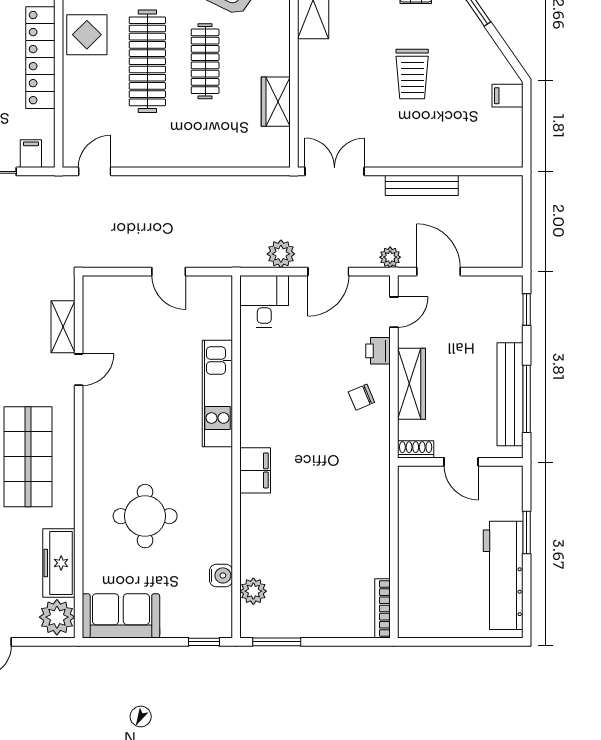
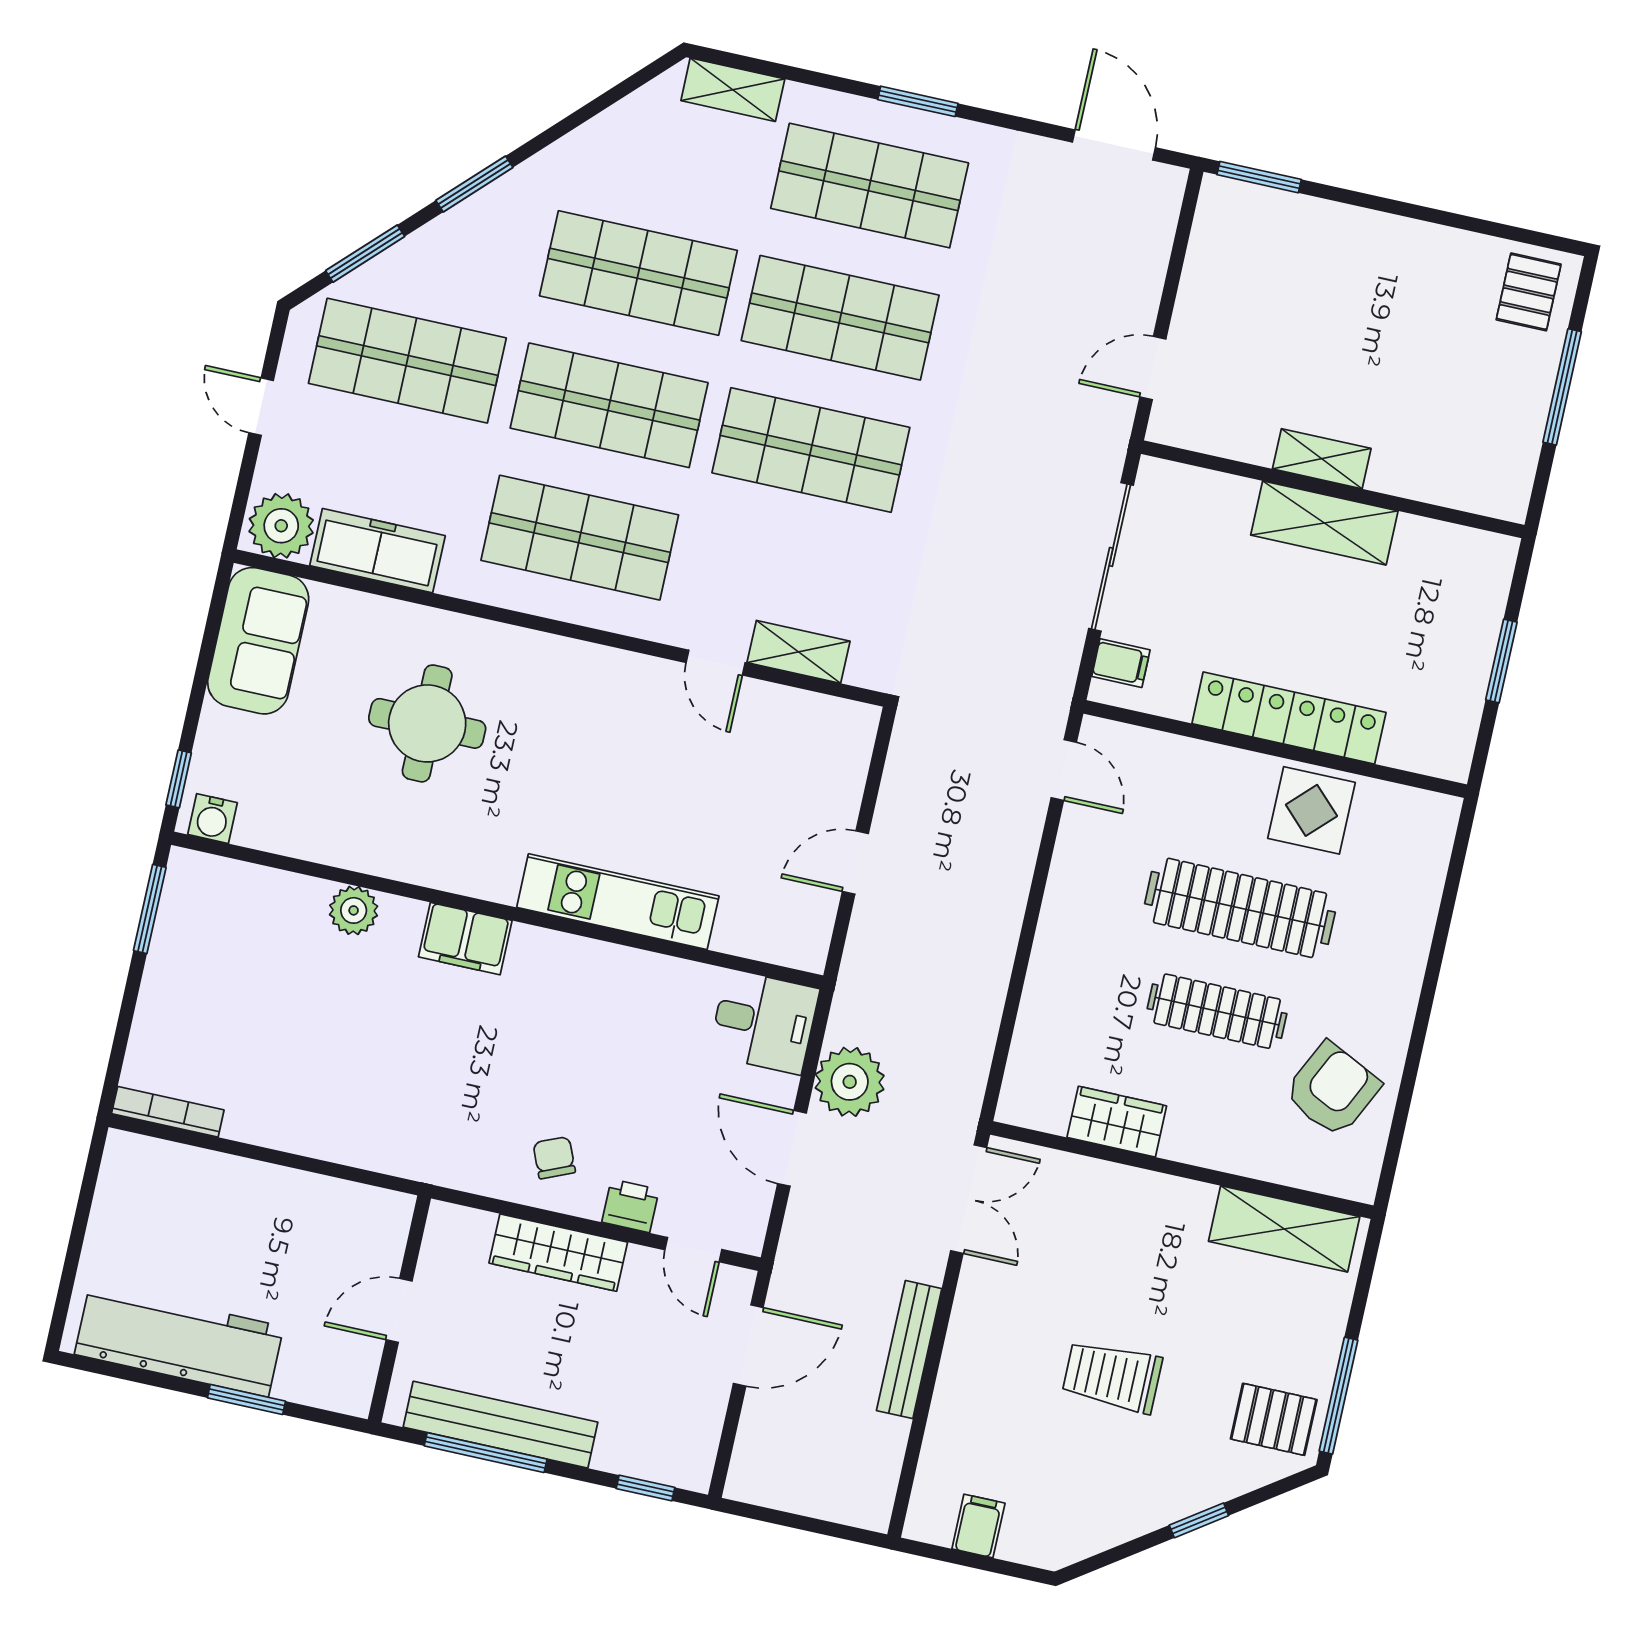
filing cabinet: (508, 96) -> (978, 1526), moved
plant: (281, 254) -> (850, 1082), width x1.36, depth x1.36
plant: (390, 257) -> (793, 1265), removed
shoe rack: (416, 449) -> (439, 1234), removed
water cooler: (221, 575) -> (212, 819), moved
plant: (253, 591) -> (354, 910), moved

